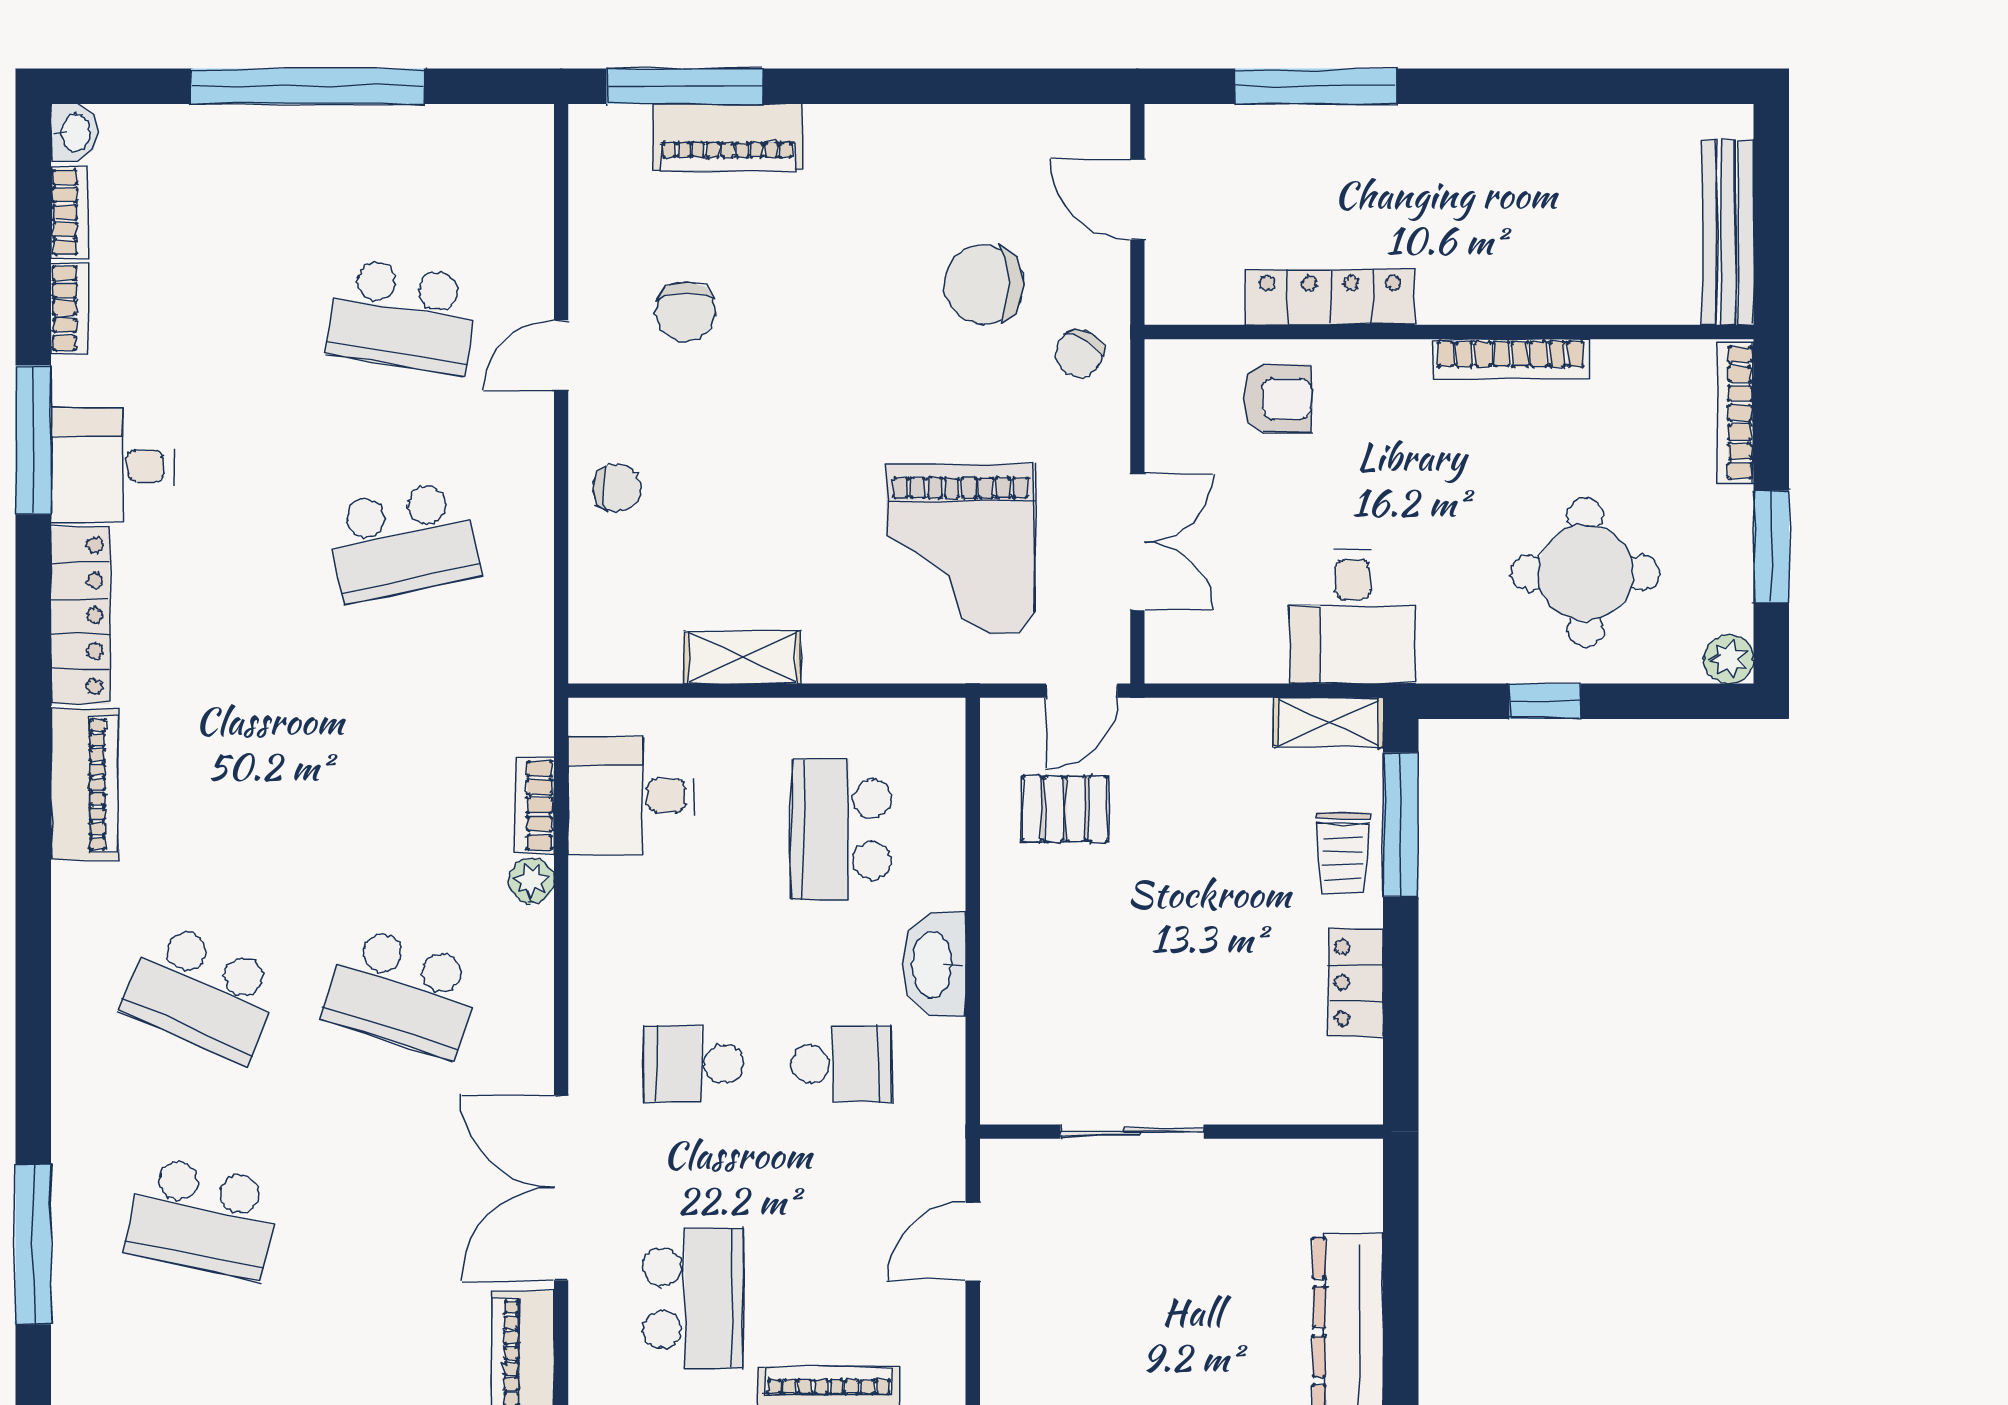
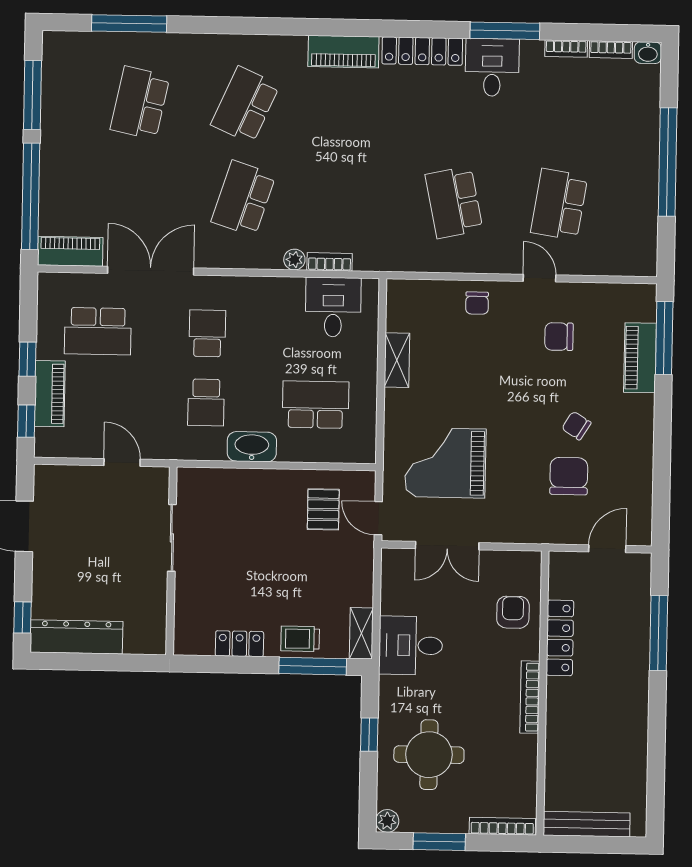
chair: (1079, 353) -> (576, 426), moved
bookcase: (1511, 359) -> (530, 697), moved
armchair: (1277, 399) -> (513, 612), turned 180

